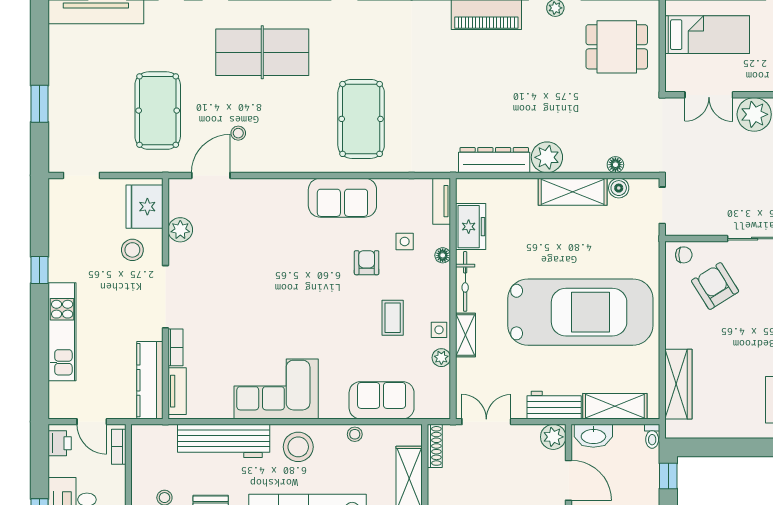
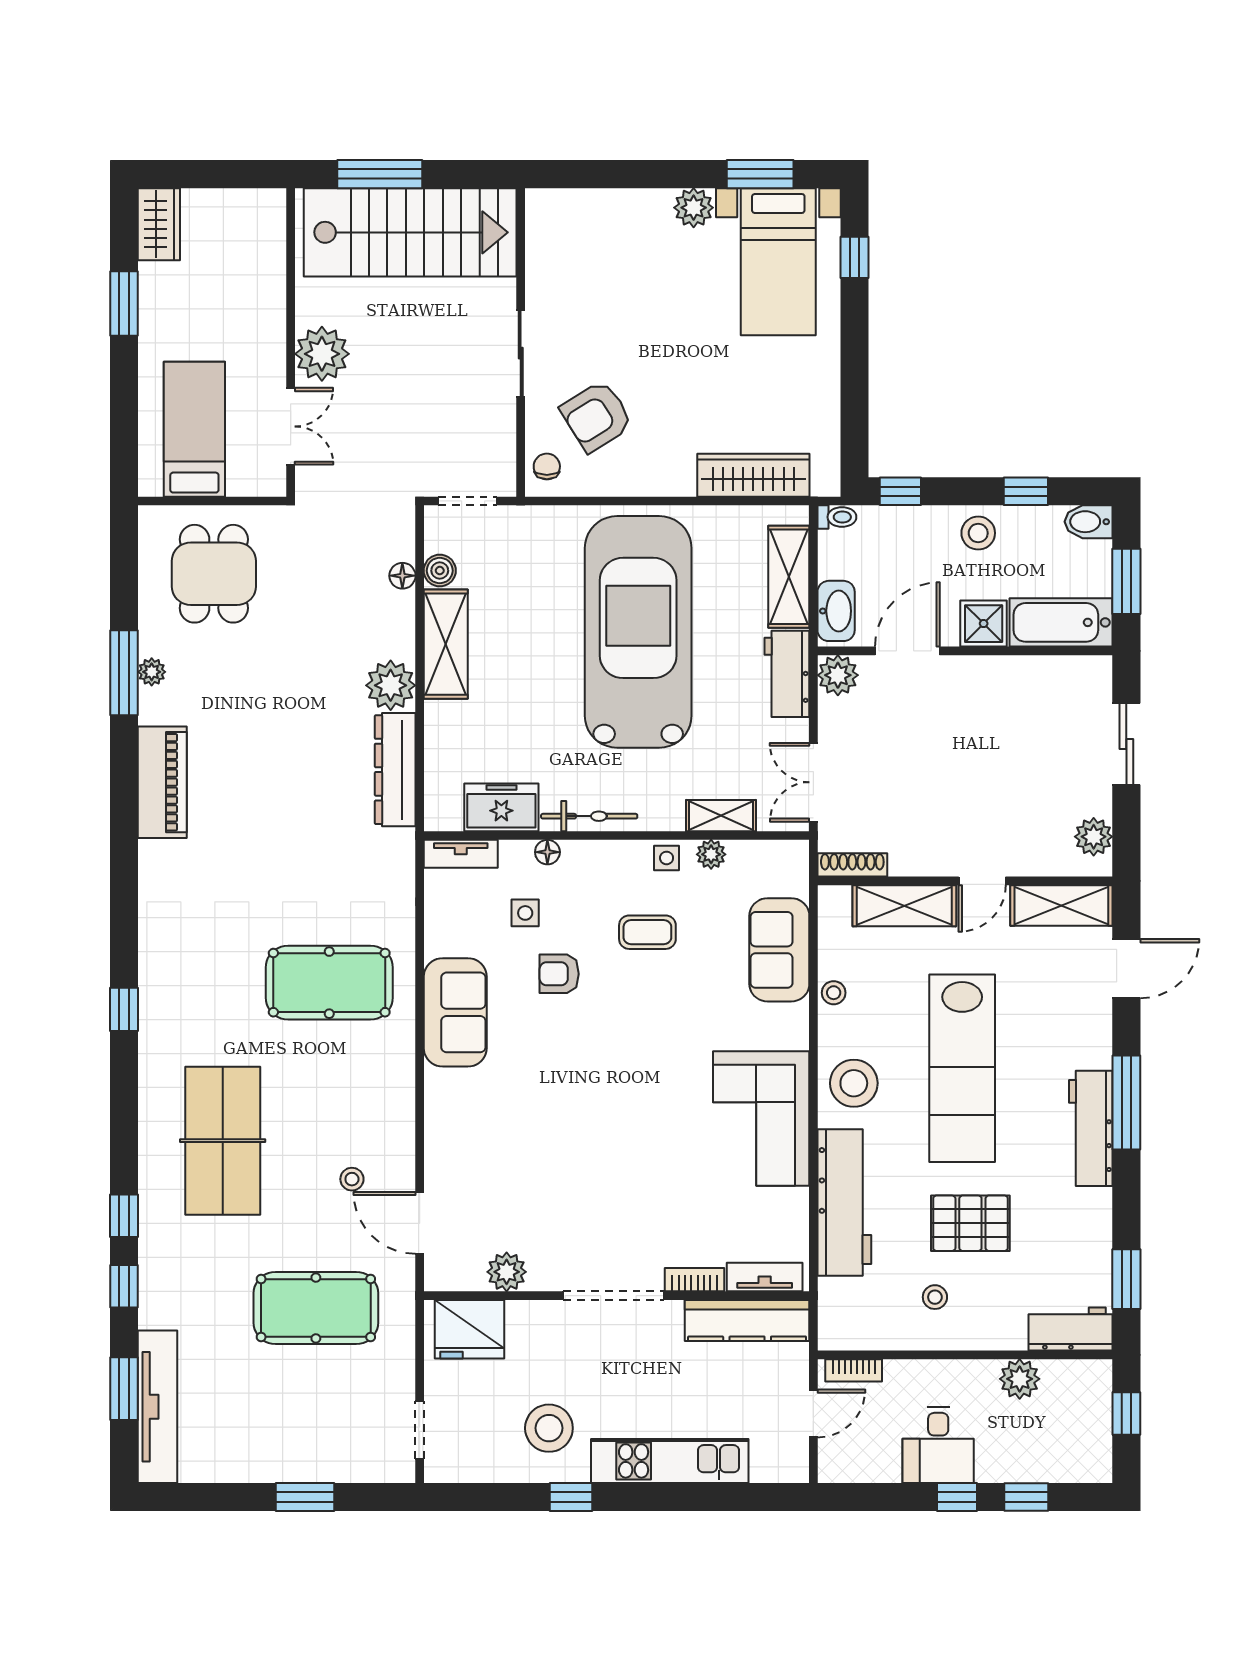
stool: (132, 250) -> (549, 1428), moved, width x1.38, depth x1.38
shelving: (465, 335) -> (721, 816), moved
printer: (60, 443) -> (848, 1465), removed

